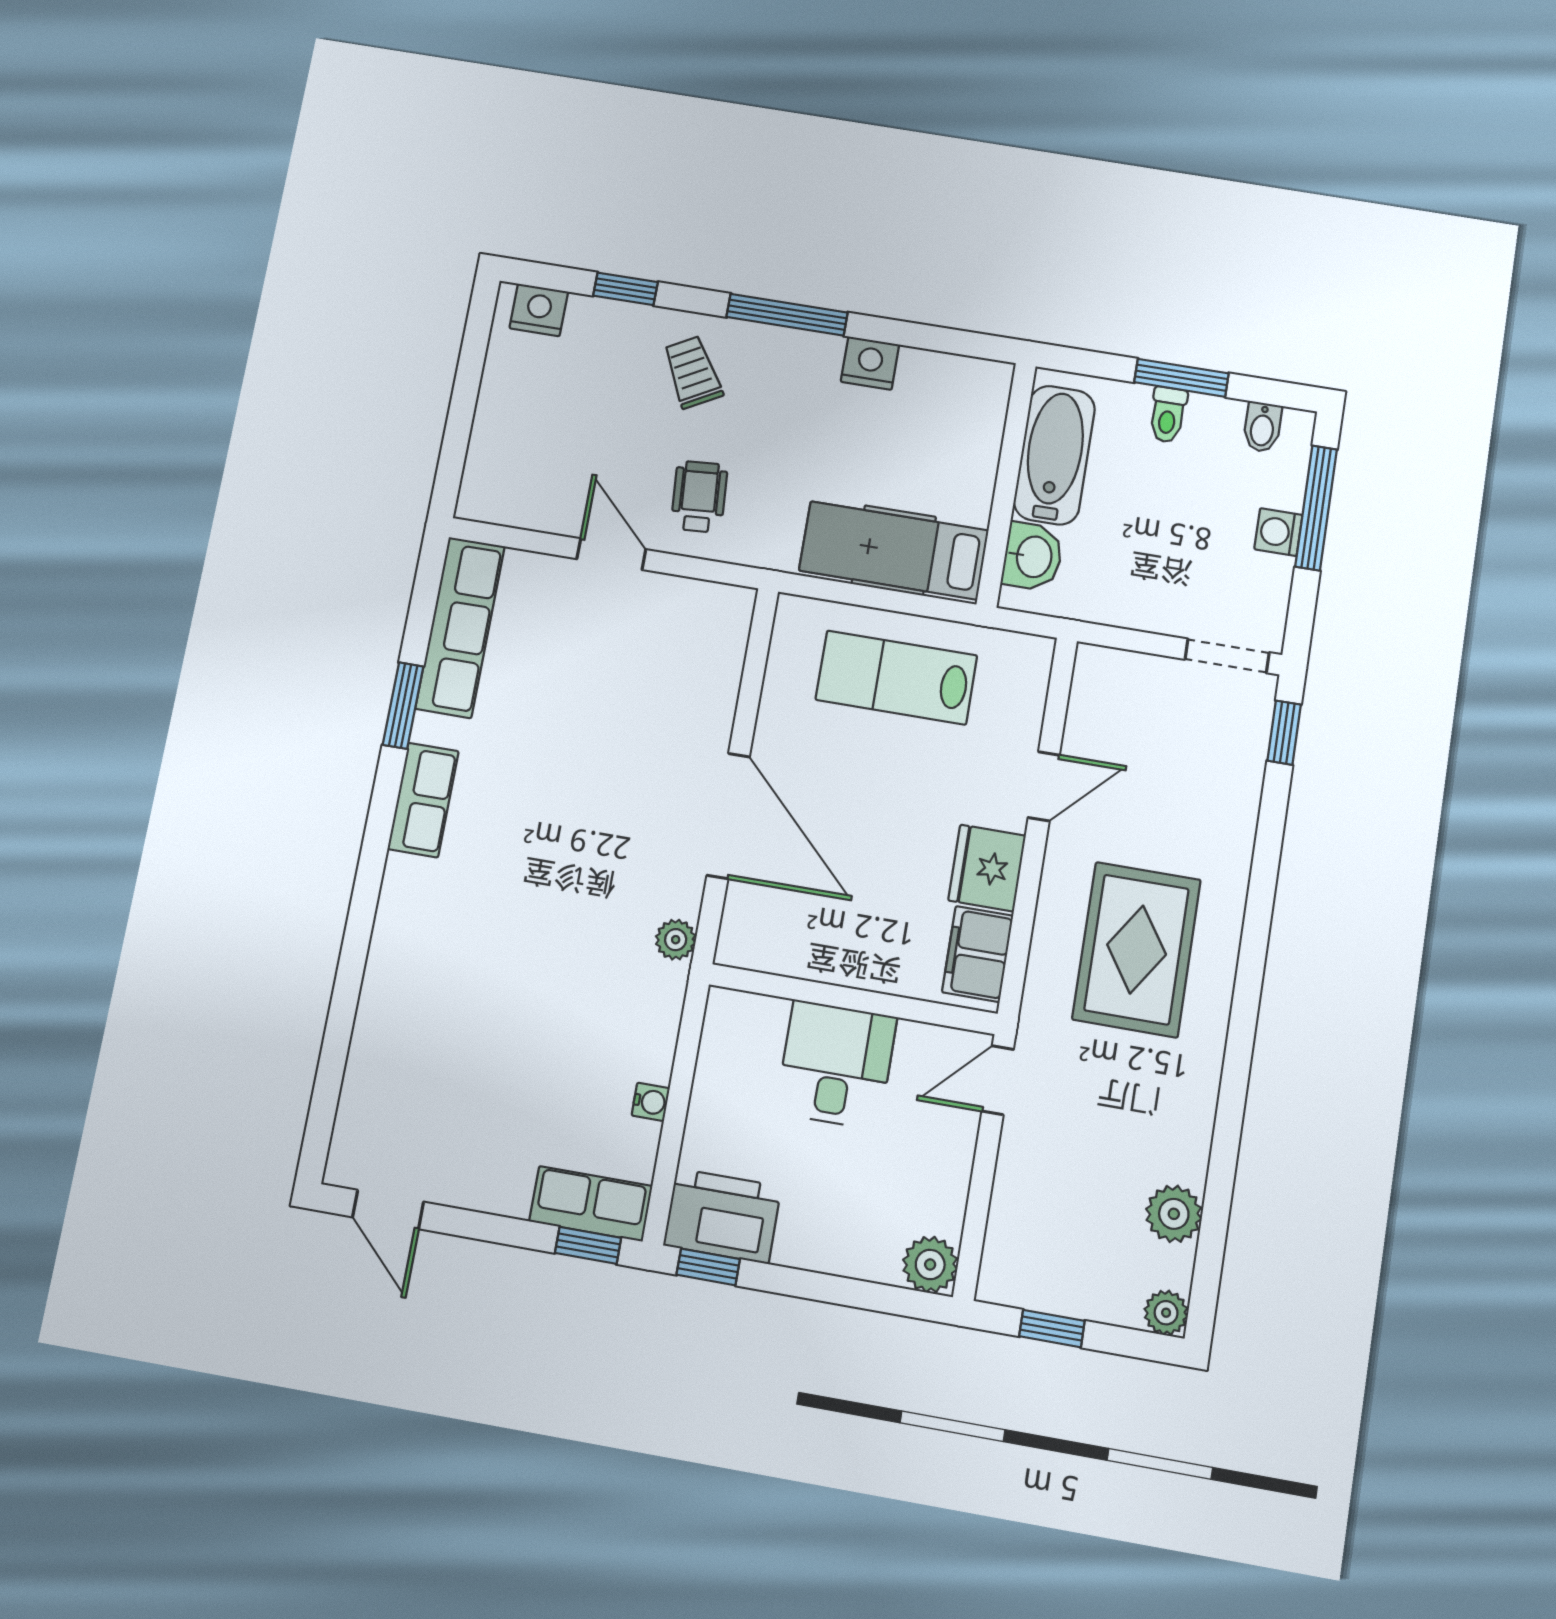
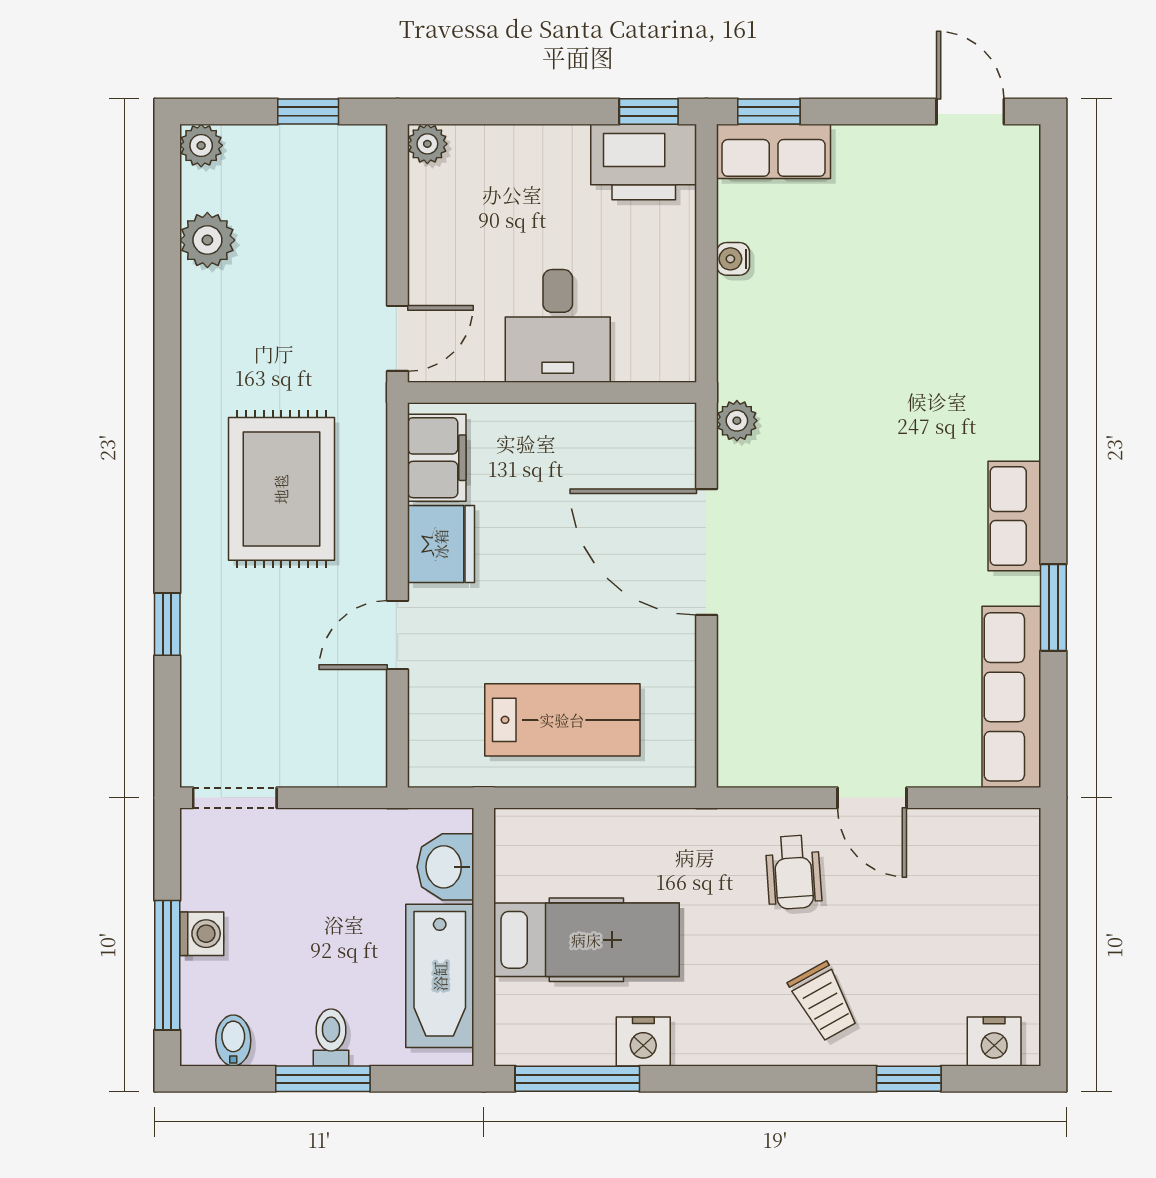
window: (787, 315) -> (577, 1079), moved
hospital bed: (894, 550) -> (586, 940), moved
window: (1284, 733) -> (167, 624), moved
plant: (930, 1264) -> (427, 144), width x0.73, depth x0.73

